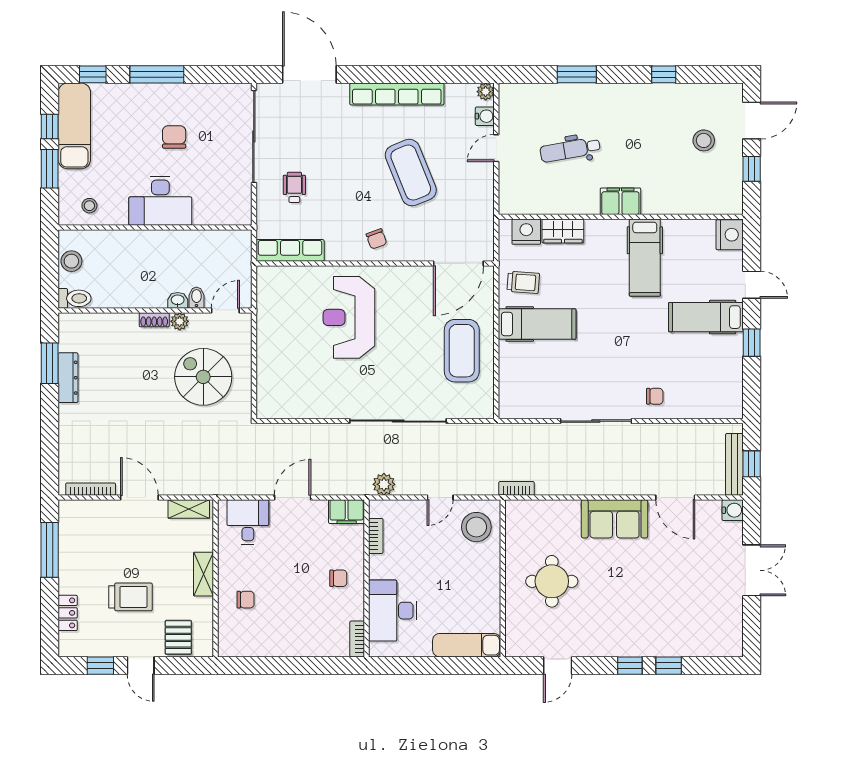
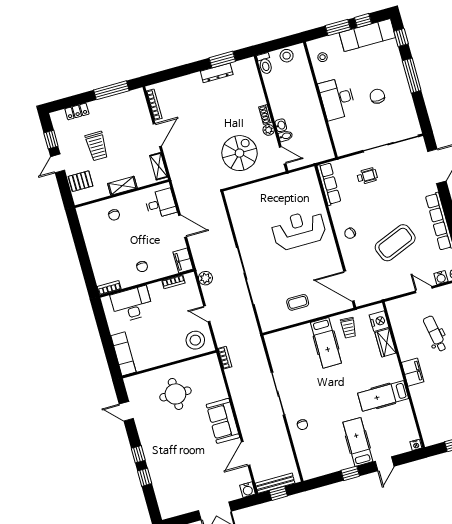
chair: (174, 137) -> (377, 96), turned -90
nightstand: (730, 235) -> (416, 445), width x0.53, depth x0.56
coffee table: (462, 351) -> (298, 302), width x0.54, depth x0.58

